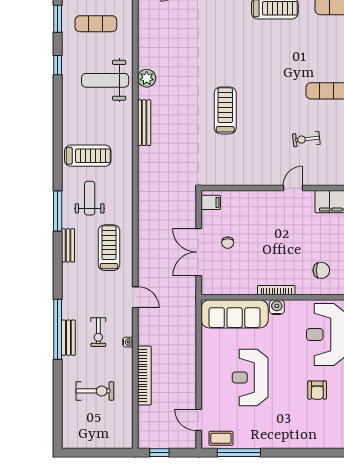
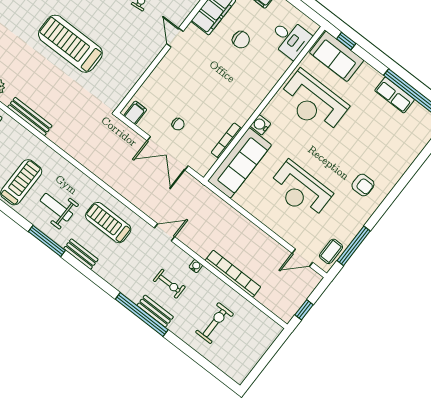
treadmill: (225, 110) -> (70, 44), width x1.37, depth x1.37
chair: (321, 270) -> (241, 40), moved, turned 90
bookcase: (276, 290) -> (226, 141), moved
armchair: (317, 390) -> (363, 185), moved

